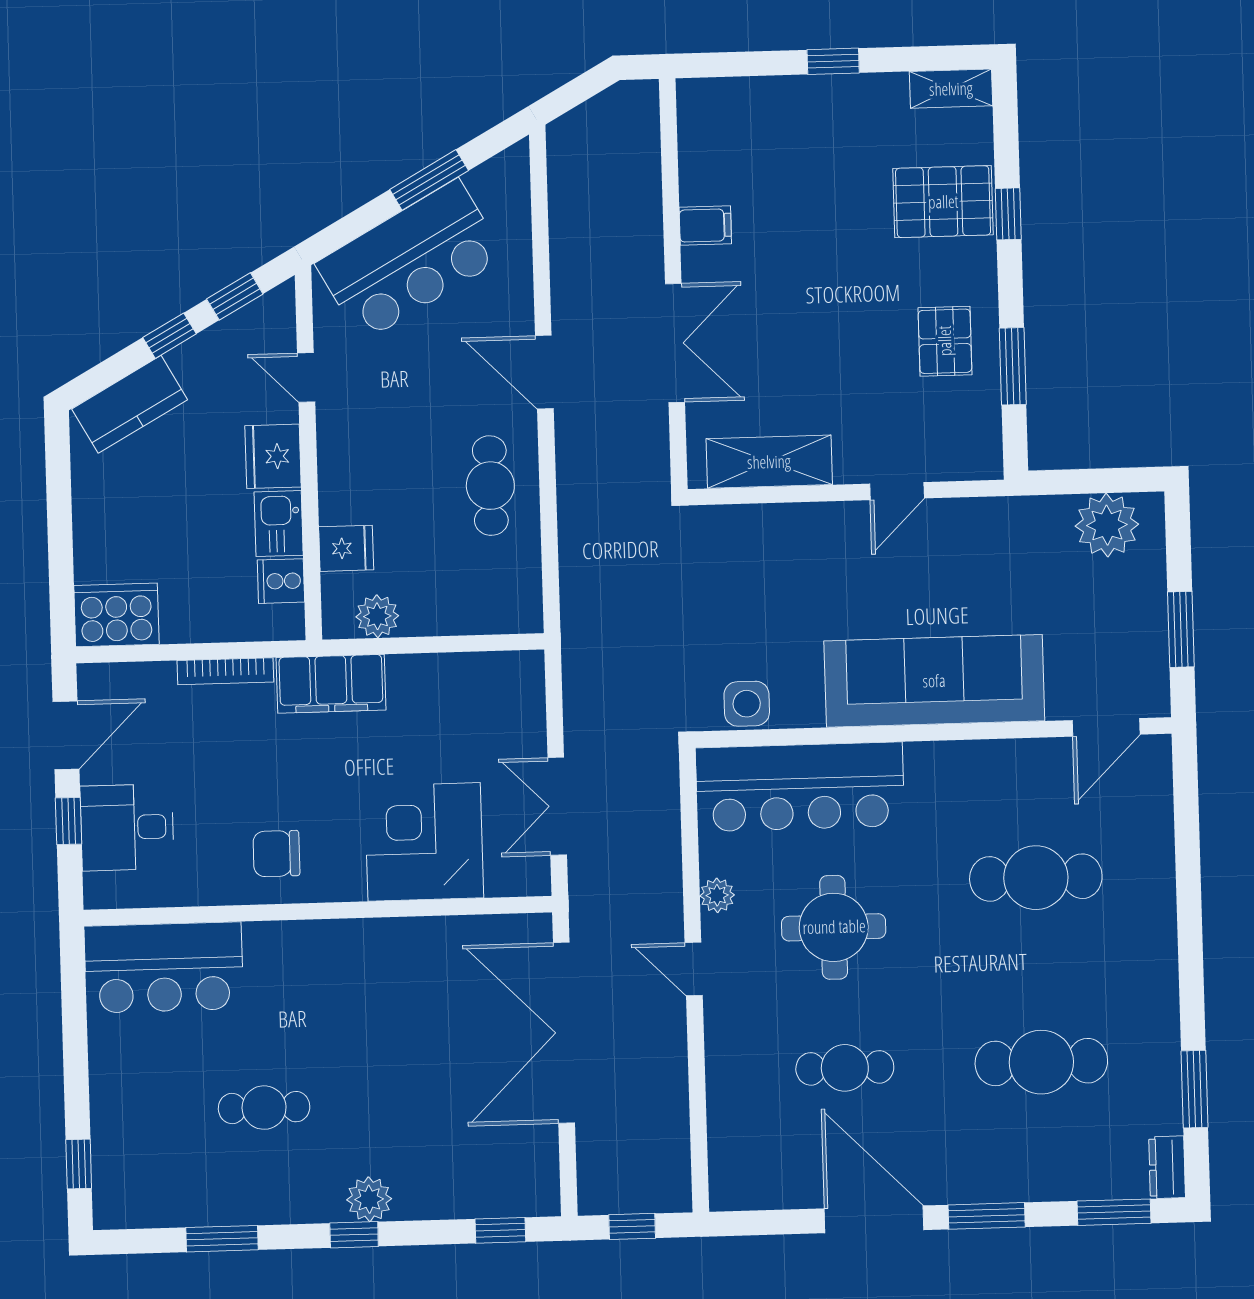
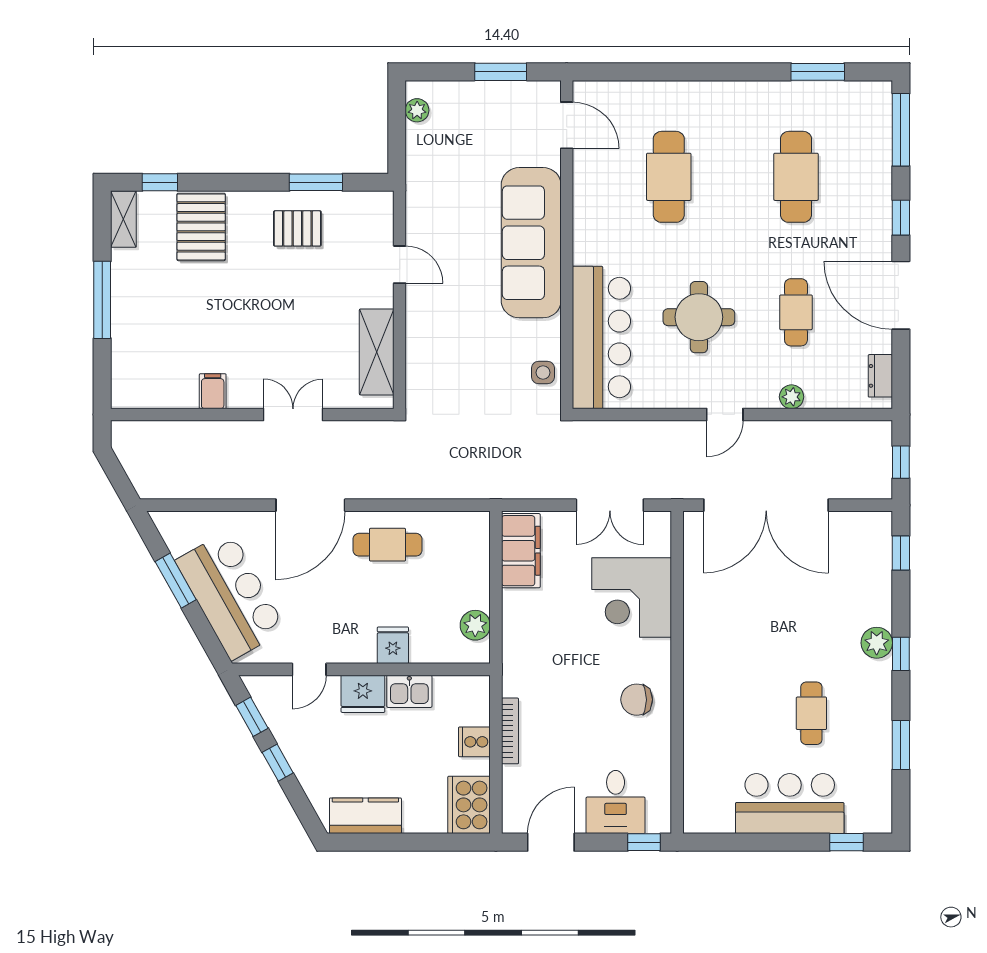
window: (833, 61) -> (102, 300), width x2.17
window: (1008, 214) -> (160, 182), moved
double door: (675, 343) -> (293, 414), width x0.73
door: (544, 372) -> (310, 505), width x1.36
kitchen counter: (130, 404) -> (365, 816), moved, turned -61
plant: (1107, 525) -> (417, 110), width x0.53, depth x0.53
fridge: (346, 548) -> (393, 645), moved
cooker: (281, 581) -> (474, 742), moved, turned 90
filing cabinet: (331, 684) -> (521, 551), moved
side table: (747, 704) -> (543, 373), width x0.73, depth x0.73
door: (66, 735) -> (551, 842), hinge flipped
window: (68, 821) -> (644, 842), moved
chair: (276, 854) -> (637, 700), turned 90
plant: (717, 895) -> (792, 397), moved
bar counter: (164, 968) -> (790, 804), moved, turned -90
dresser: (1167, 1167) -> (880, 376), moved, turned 90
window: (1114, 1212) -> (901, 130), width x1.44
window: (987, 1216) -> (901, 218), width x0.67
door: (874, 1219) -> (901, 295), hinge flipped

